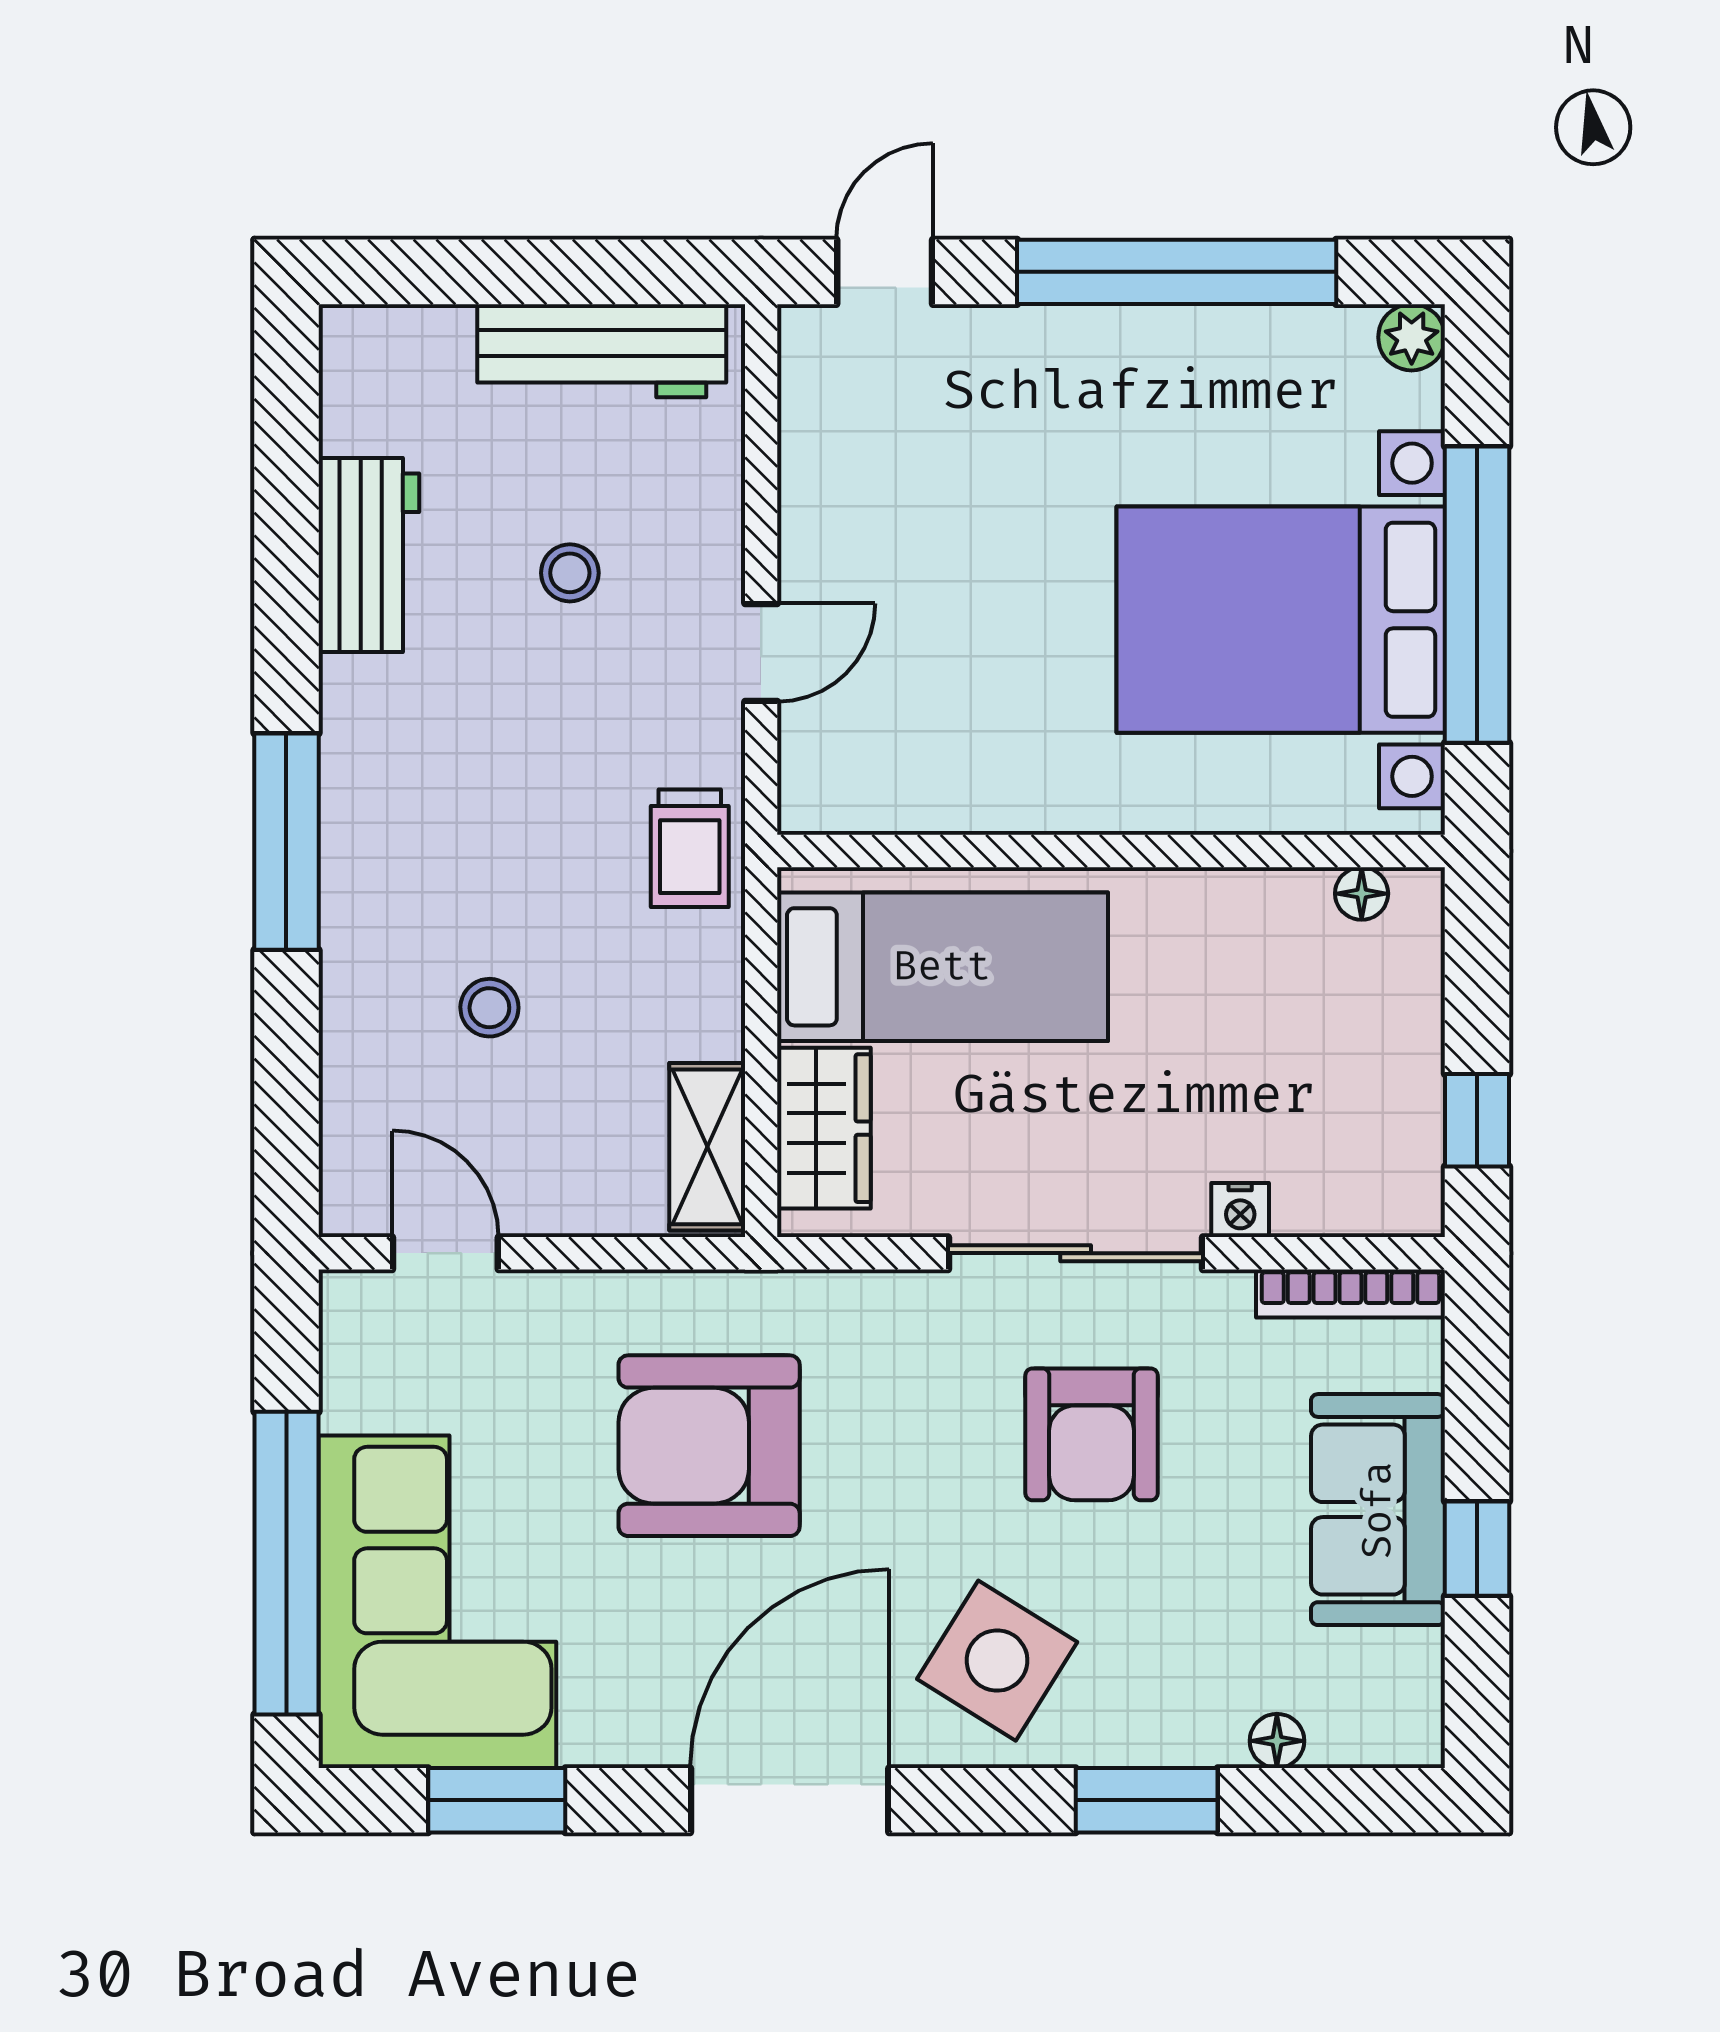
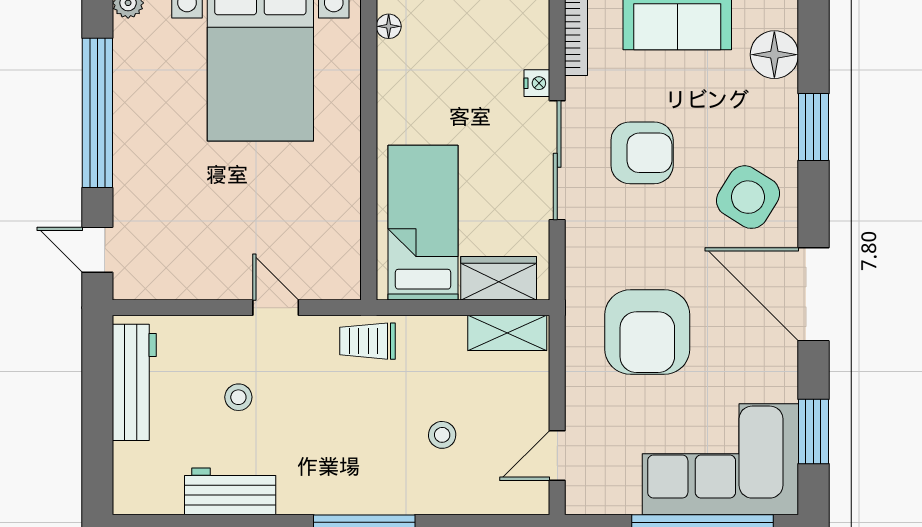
trolley: (690, 848) -> (367, 341), turned 180
floor lamp: (1277, 1741) -> (774, 55), width x1.89, depth x1.89

